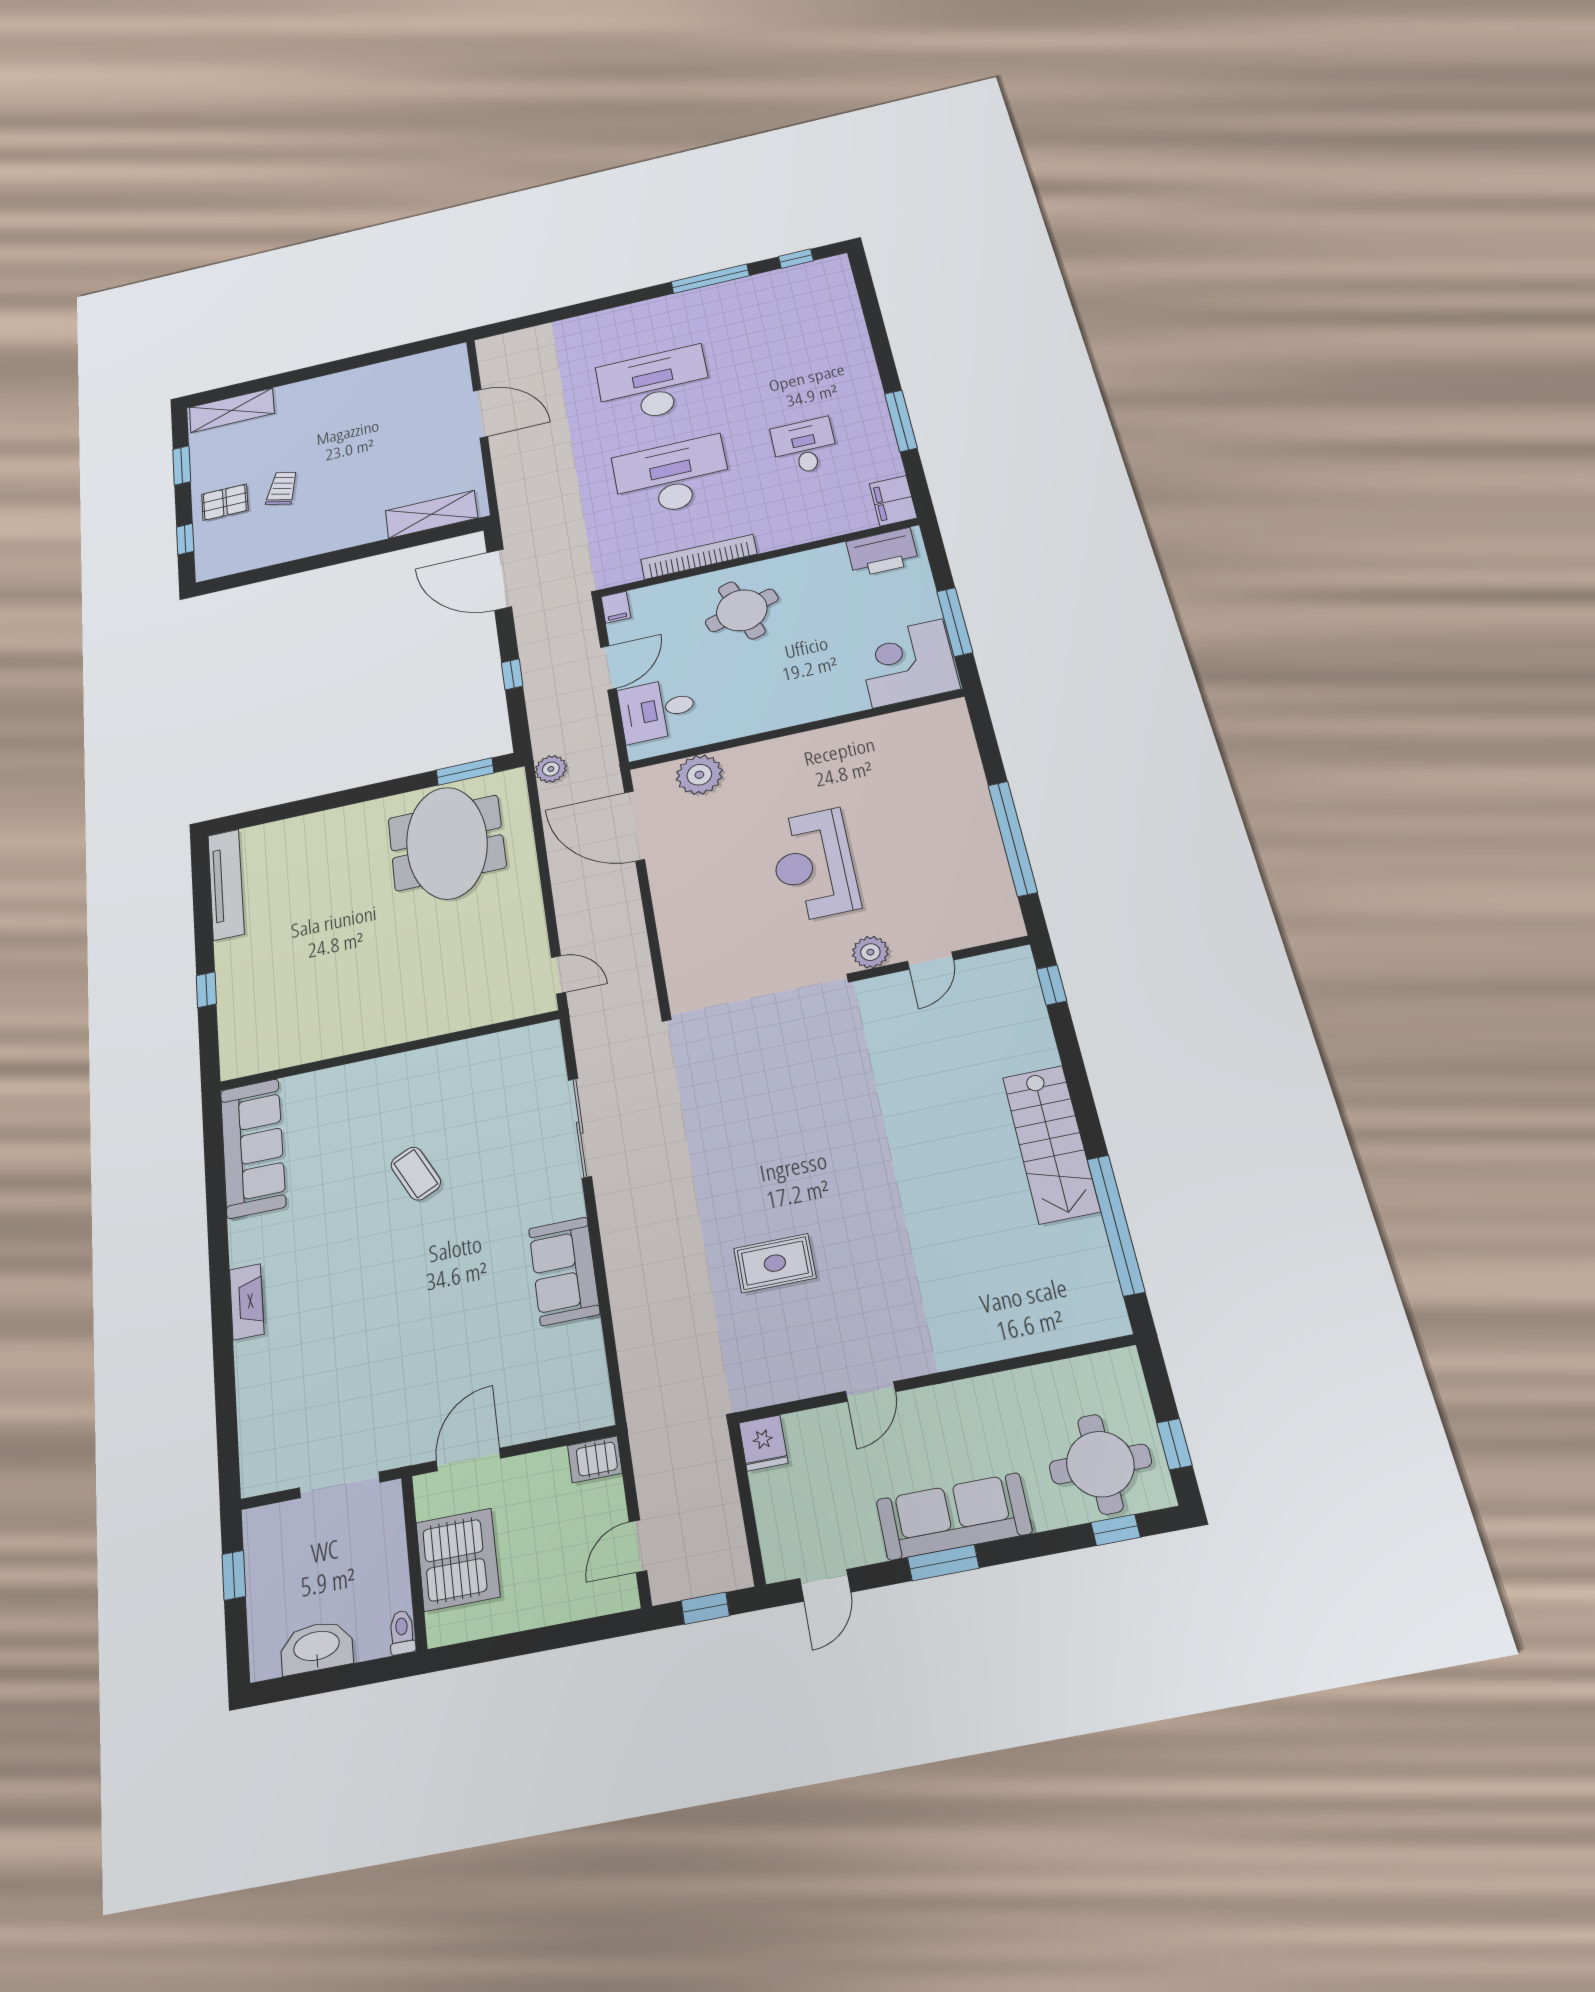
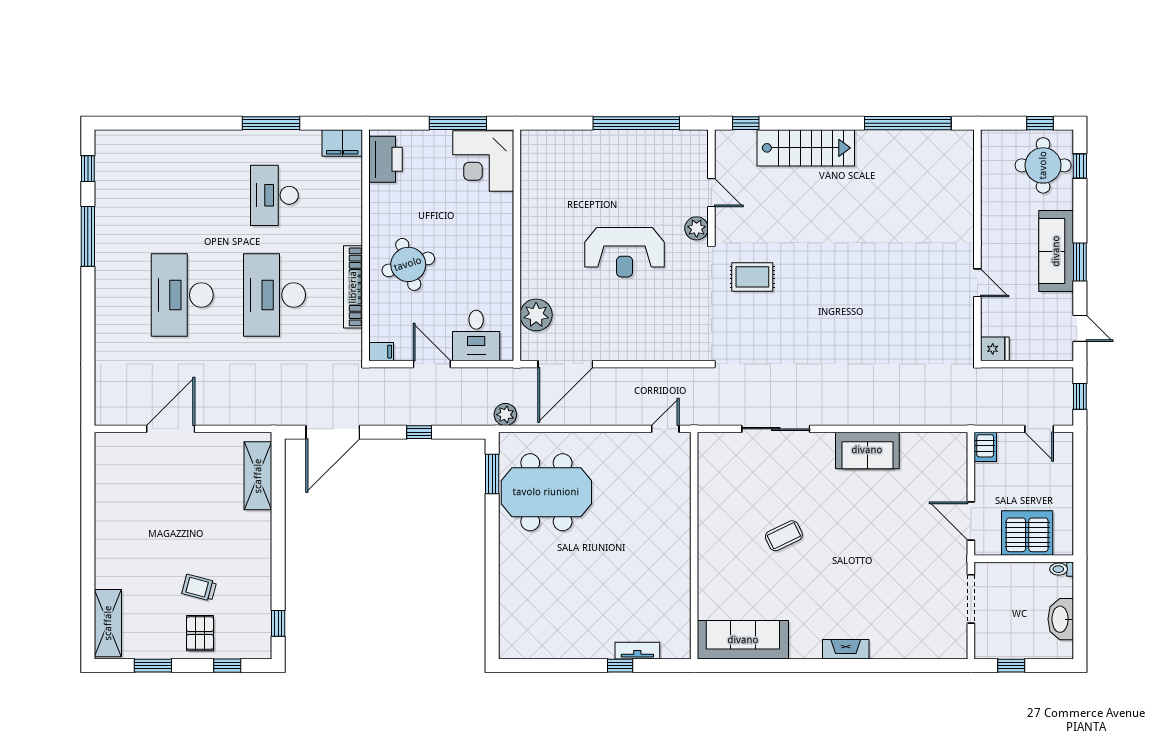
desk: (805, 446) -> (274, 195), width x1.37
window: (242, 579) -> (278, 623), added
tv unit: (226, 884) -> (637, 651), moved, width x0.52, depth x0.78
stairs: (1051, 1144) -> (806, 148), moved
rug: (775, 1263) -> (752, 277), moved, turned 90

